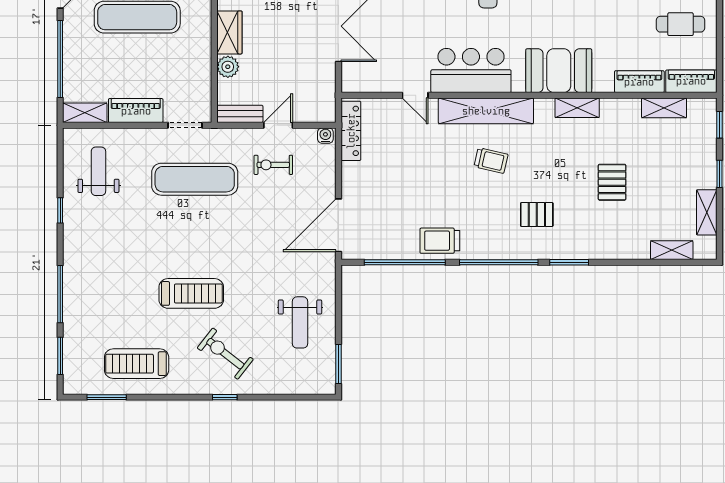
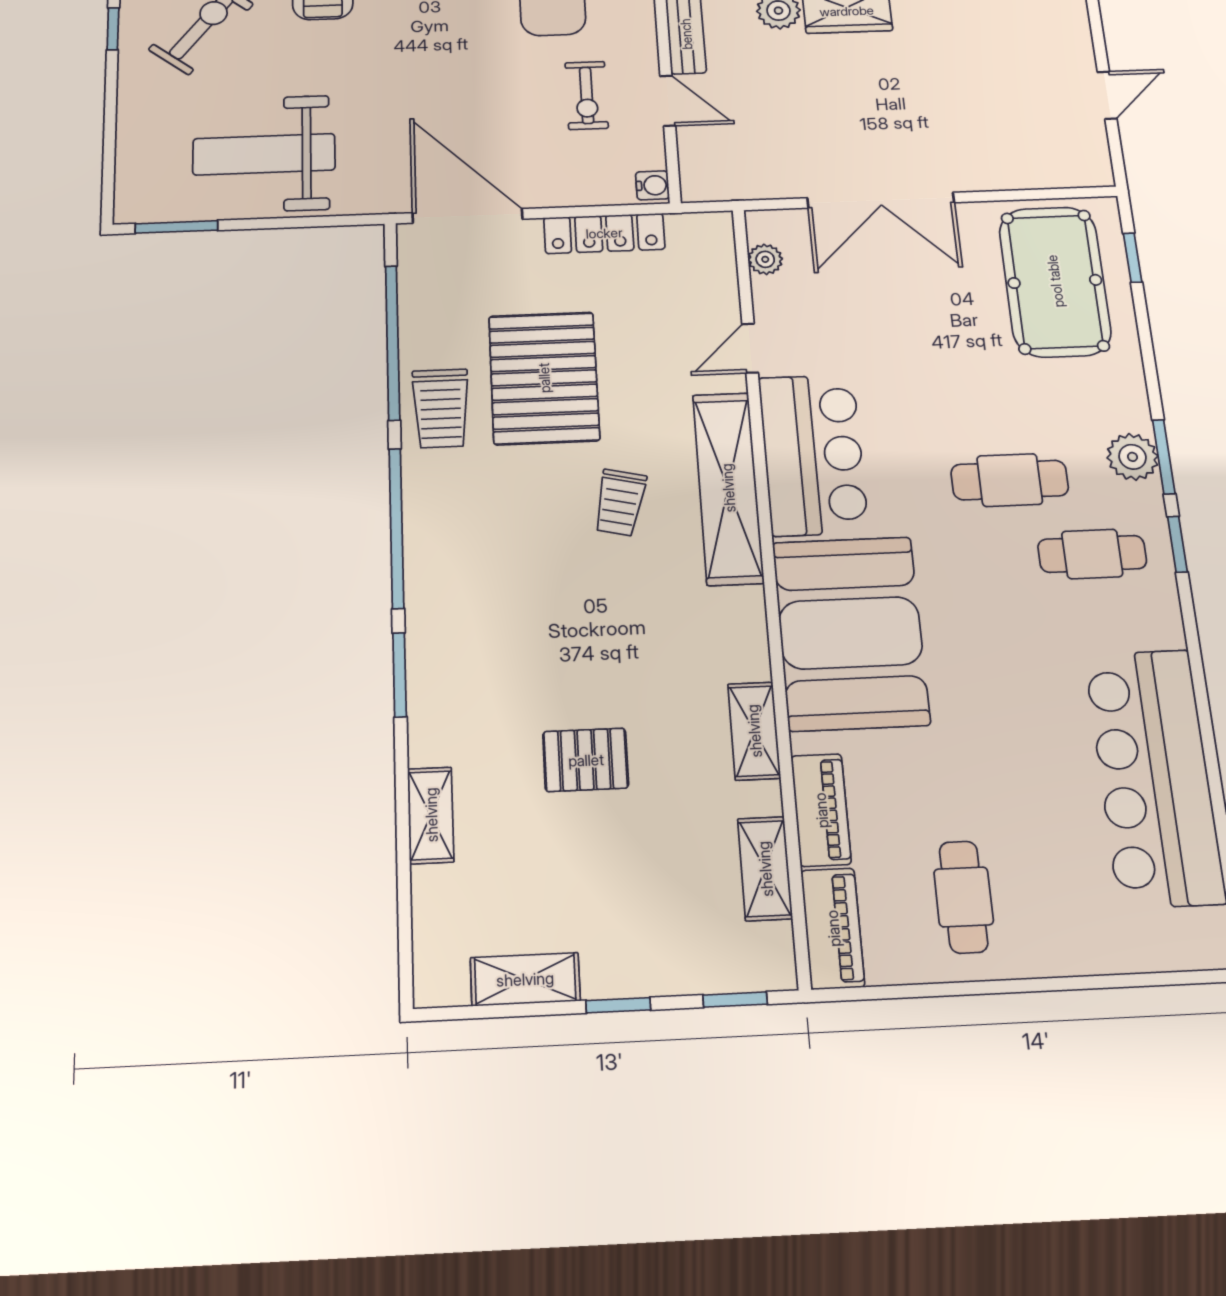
booth: (559, 71) -> (850, 633), width x1.36, depth x1.42
plant: (368, 84) -> (765, 259), added
shelving: (577, 108) -> (754, 731), moved
locker: (351, 131) -> (604, 233), moved
exercise bike: (273, 165) -> (587, 95), turned 180
pallet: (537, 214) -> (544, 378), moved, width x2.05, depth x2.00
trolley: (440, 241) -> (441, 408), turned 180
shelving: (672, 250) -> (431, 815), moved
weight bench: (300, 322) -> (264, 154), width x1.36, depth x1.33

